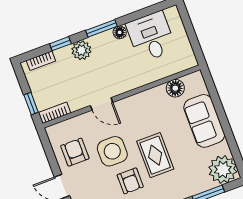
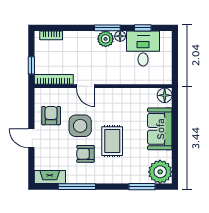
window: (60, 44) -> (143, 28), moved
plant: (81, 50) -> (106, 39), moved
floor lamp: (175, 88) -> (165, 95), moved
bookcase: (55, 113) -> (54, 79), width x1.56
armchair: (130, 181) -> (85, 154), turned 90

